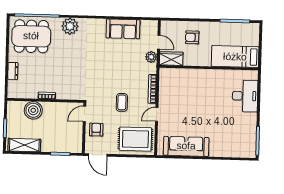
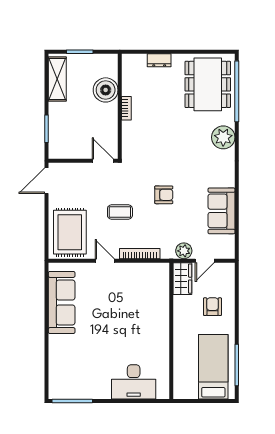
bed: (235, 57) -> (213, 367), moved
armchair: (96, 130) -> (164, 195), moved

